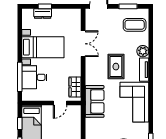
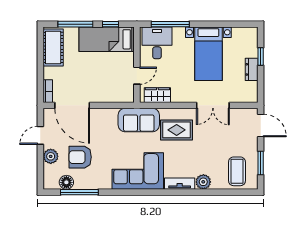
dresser: (43, 13) -> (252, 69), moved
rug: (116, 67) -> (177, 130), moved
desk: (34, 77) -> (157, 43), moved
door: (60, 103) -> (137, 76), swing flipped

